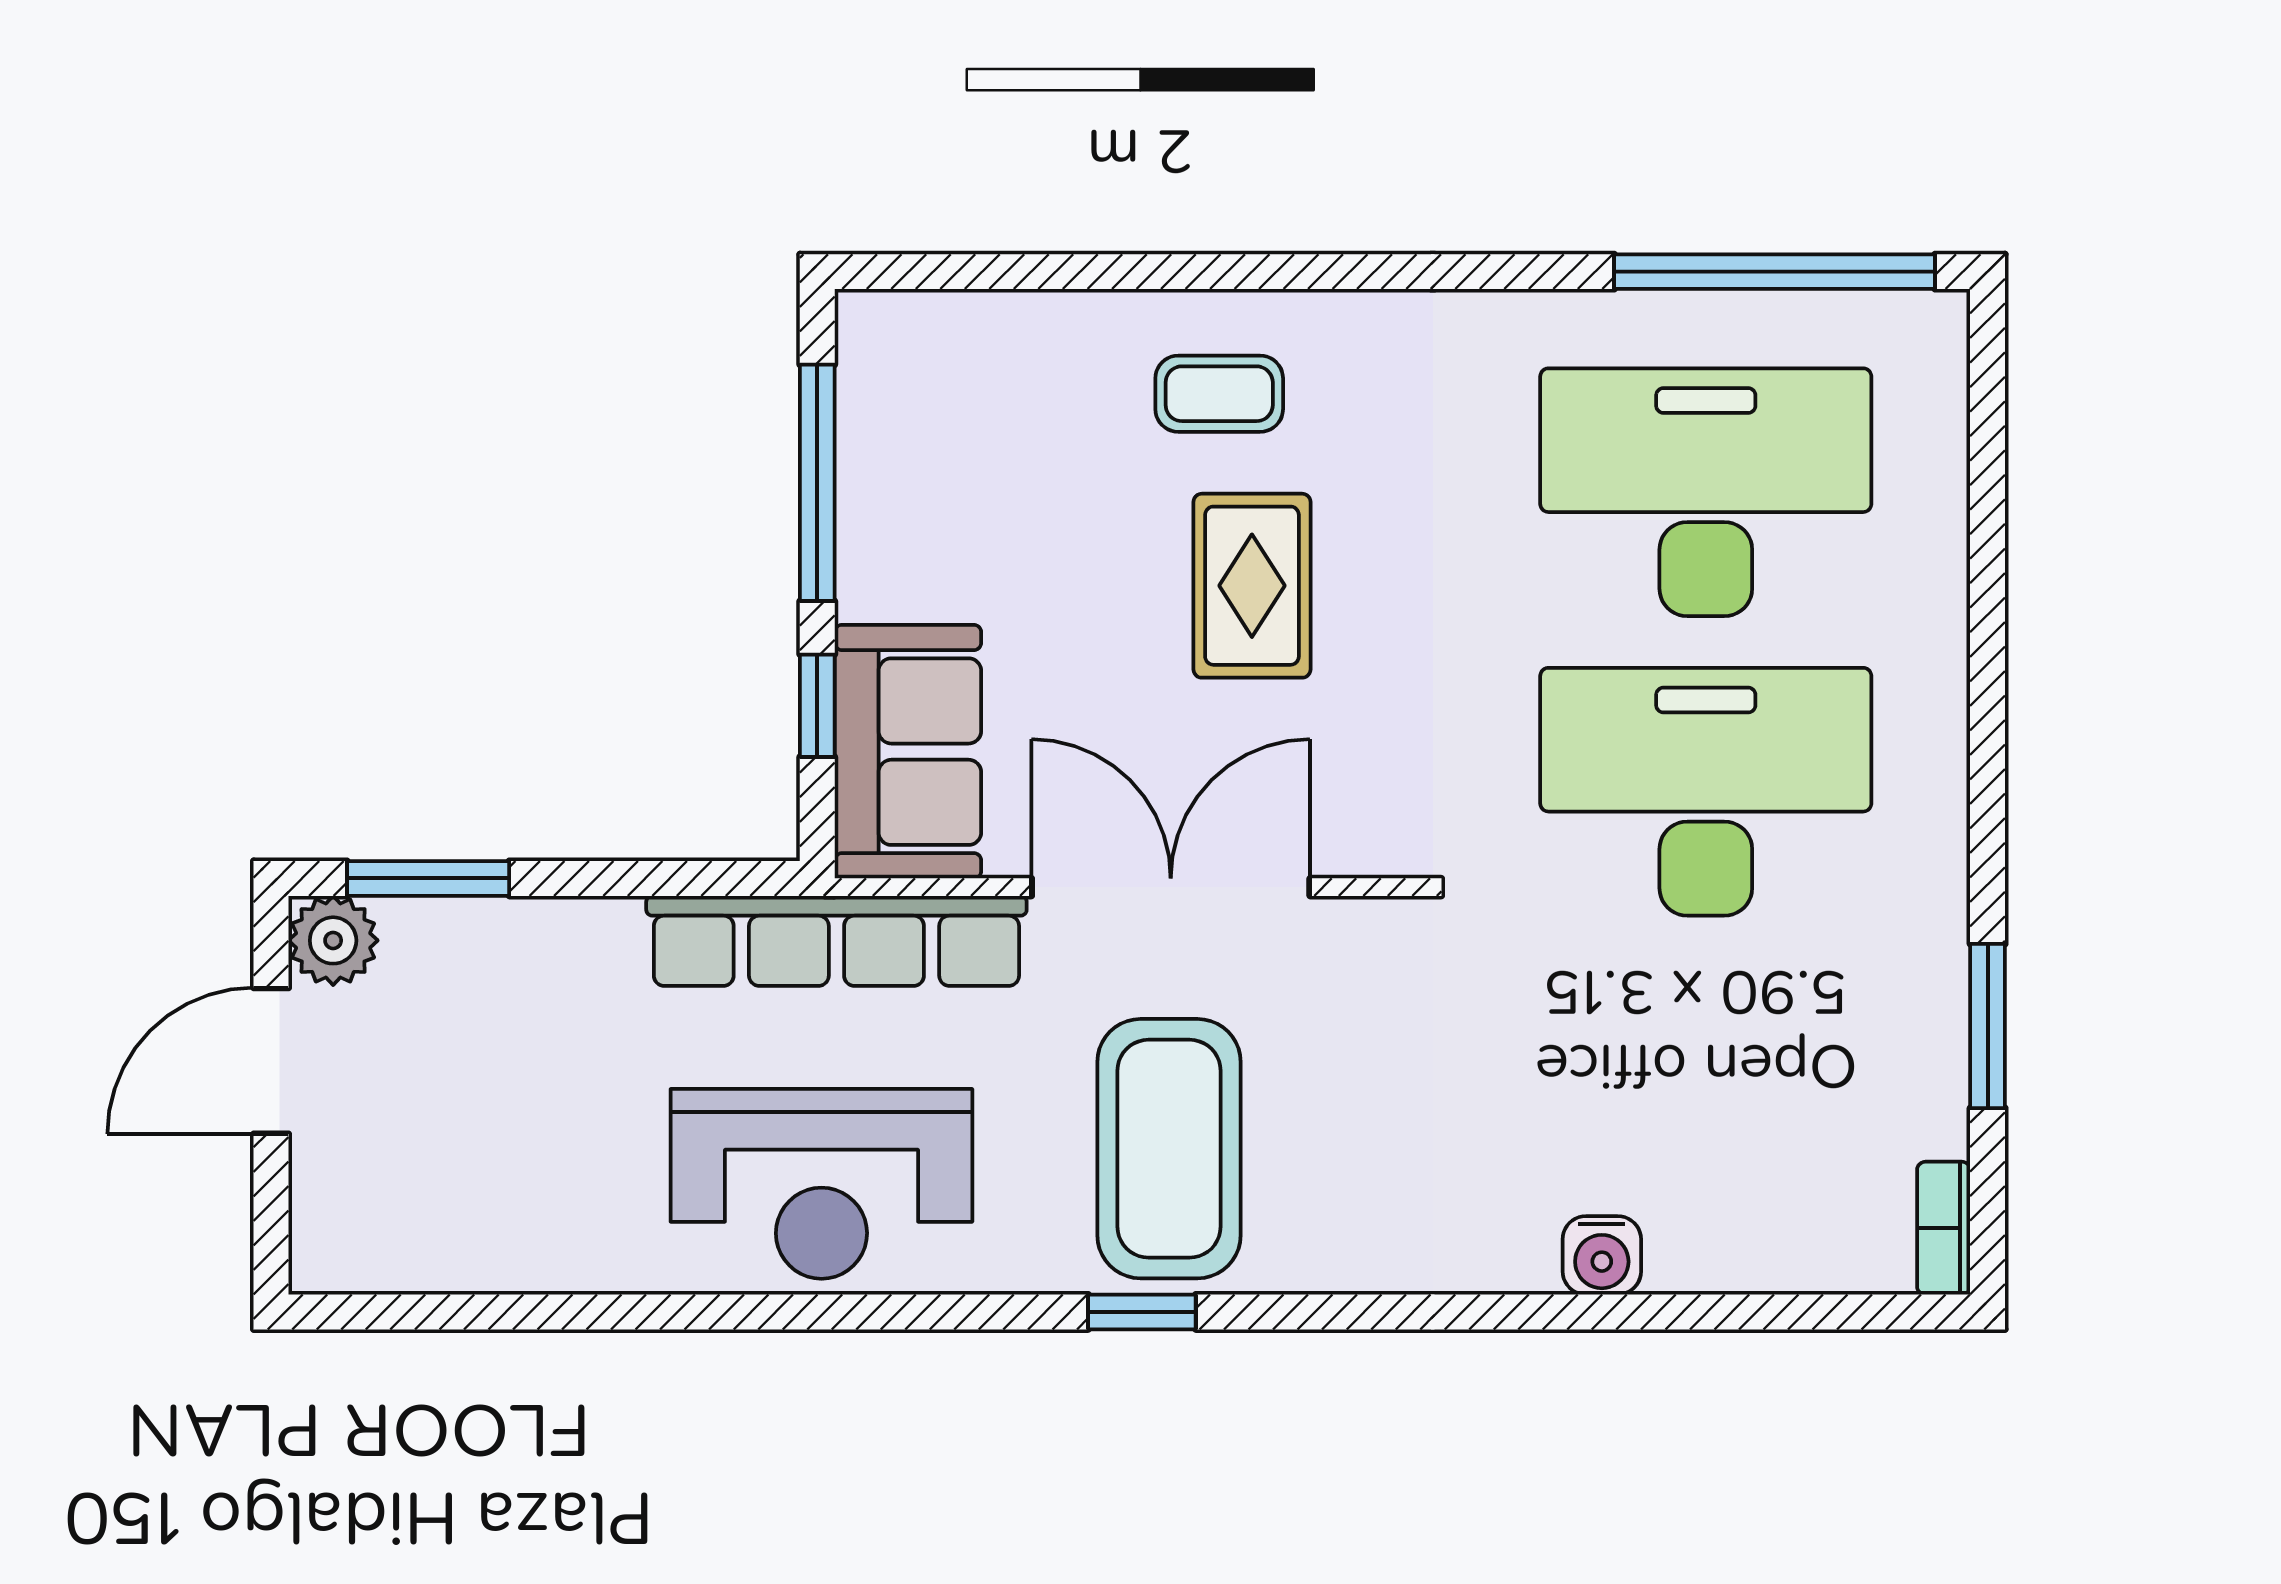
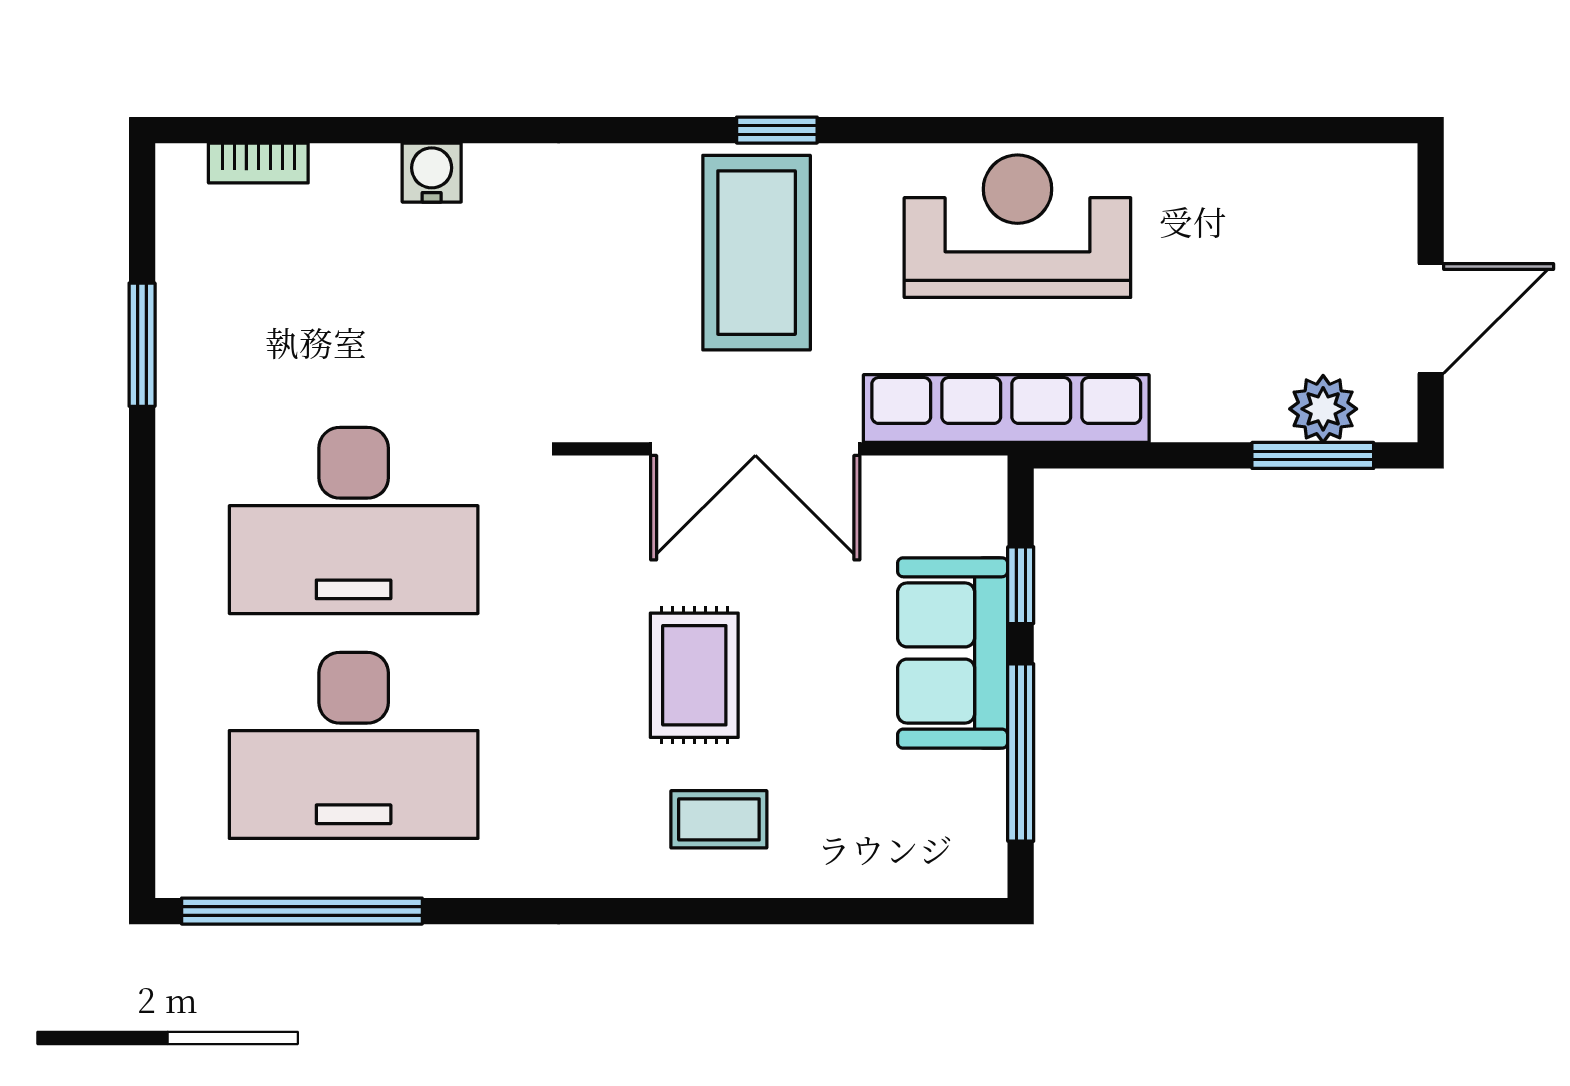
sofa: (908, 752) -> (953, 653), moved
plant: (333, 940) -> (1323, 409), moved
bookcase: (1944, 1228) -> (258, 163), moved, turned 90

